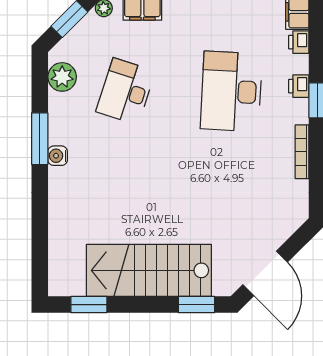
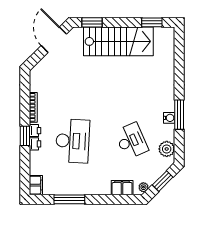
printer: (299, 42) -> (35, 131), moved
desk: (126, 91) -> (131, 141), turned -42
water cooler: (58, 156) -> (169, 118), moved

